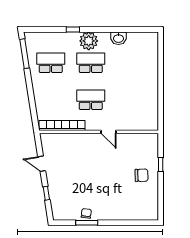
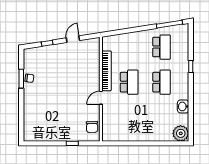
plant: (89, 41) -> (181, 133), moved
bookcase: (62, 126) -> (106, 71), moved
chair: (142, 175) -> (92, 127), moved

